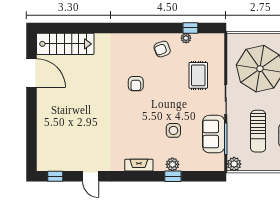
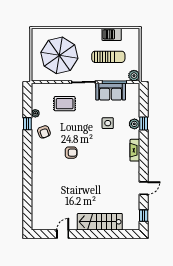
window: (190, 28) -> (27, 124), moved
stairs: (65, 44) -> (100, 222), moved, turned -90
door: (32, 73) -> (63, 234), width x0.53

